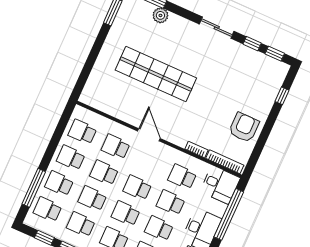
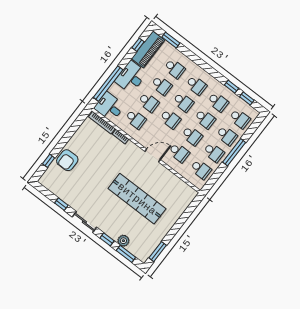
window: (275, 54) -> (107, 239), moved
armchair: (244, 127) -> (67, 160), moved
door: (149, 135) -> (153, 156), swing flipped
window: (34, 188) -> (234, 152), moved

